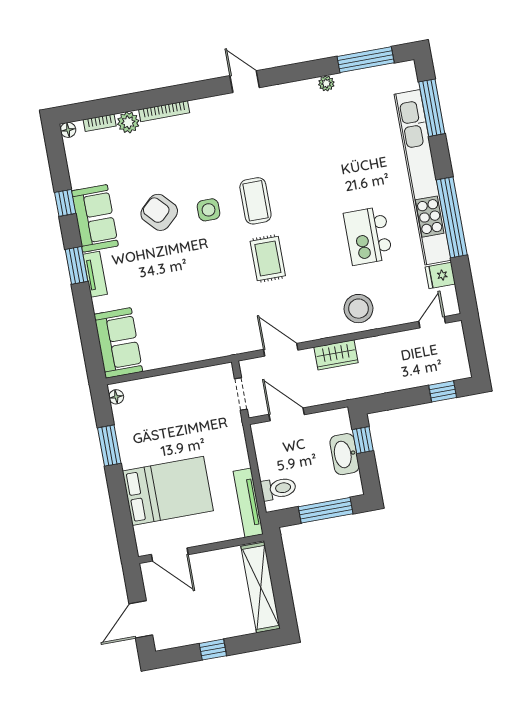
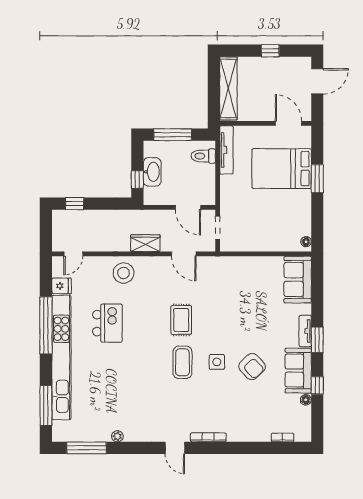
bookcase: (164, 111) -> (208, 437), moved
plant: (128, 122) -> (262, 434), removed
floor lamp: (68, 130) -> (306, 400), moved
window: (109, 446) -> (317, 179), moved

